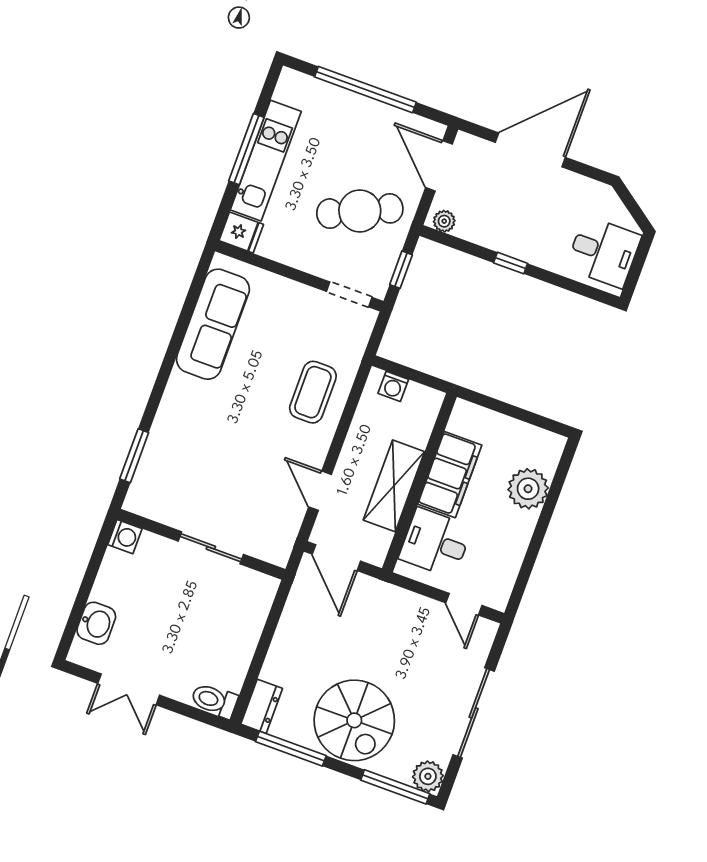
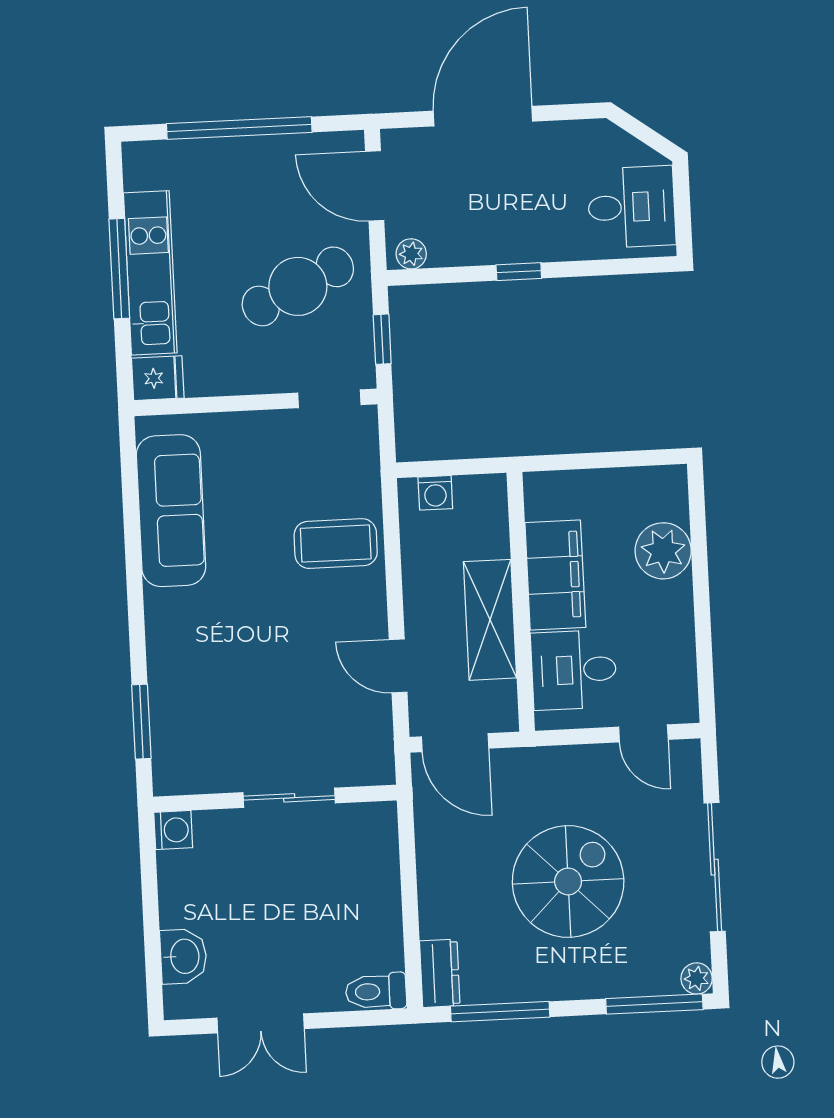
coffee table: (313, 392) -> (336, 544), turned 90
spiral stairs: (354, 720) -> (568, 881), moved, turned -90
plant: (428, 776) -> (697, 978), width x0.73, depth x0.73

